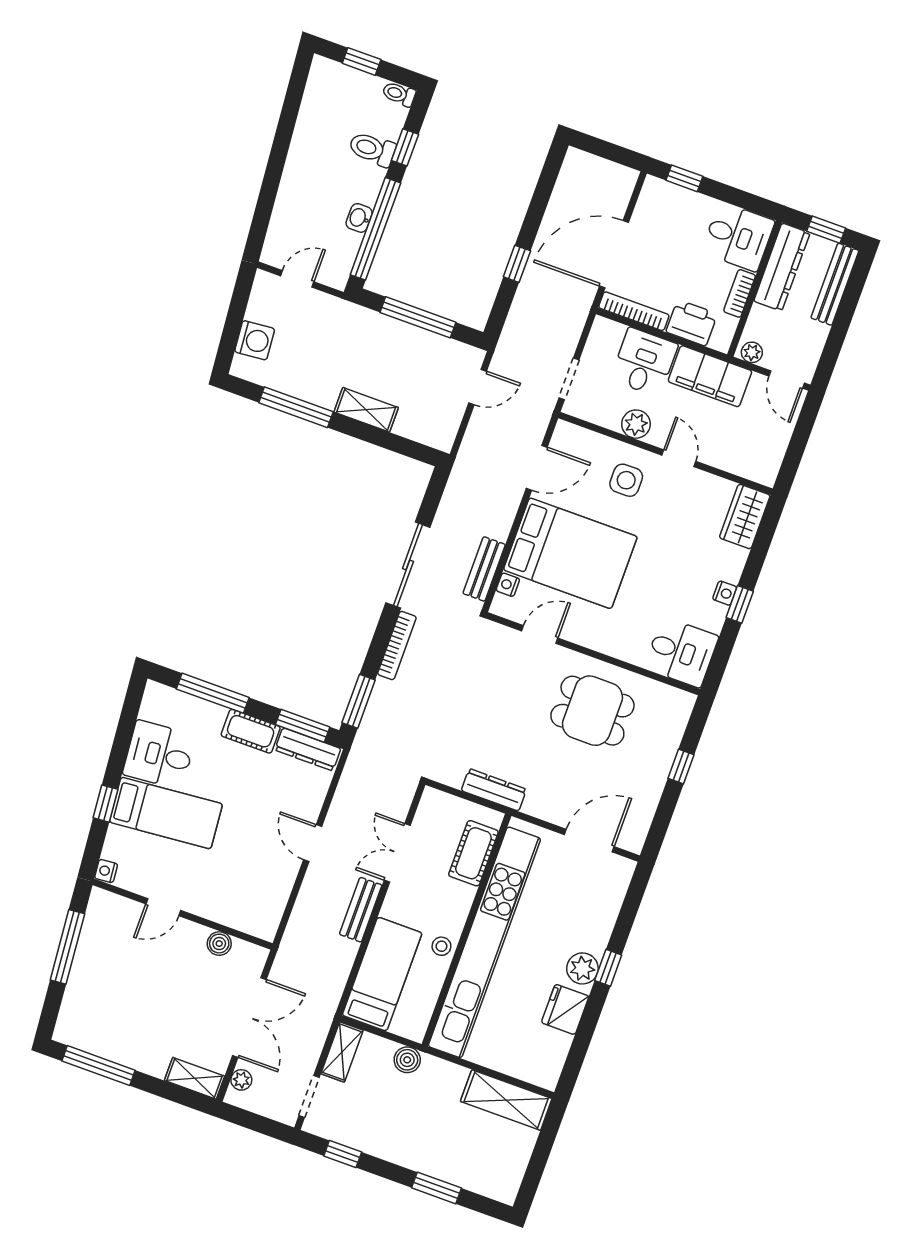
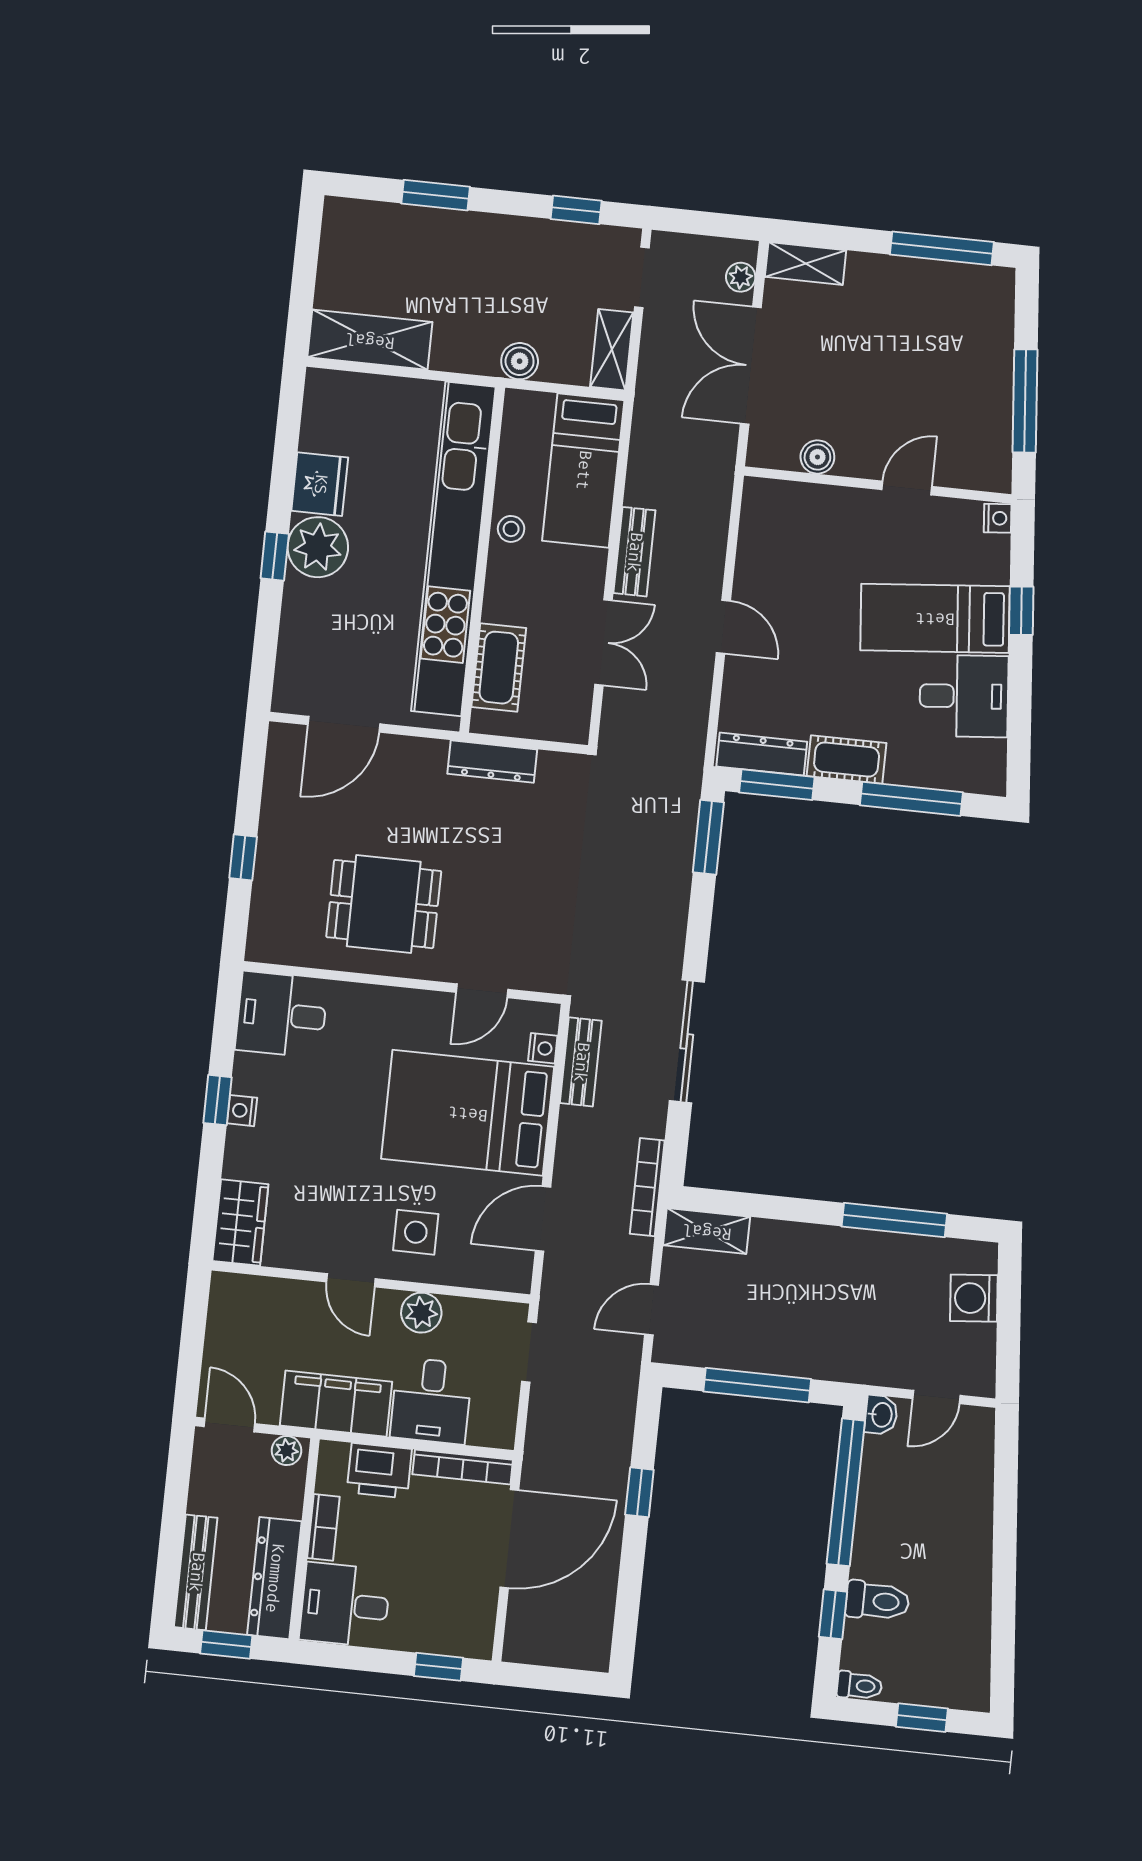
washbasin: (359, 218) -> (881, 1415), moved
shelving: (366, 410) -> (707, 1231), moved
bookcase: (397, 646) -> (647, 1187), moved
plant: (582, 968) -> (318, 547), width x1.36, depth x1.36

